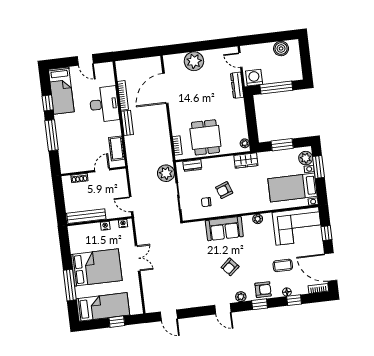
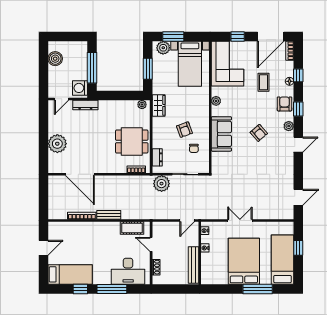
desk: (104, 104) -> (128, 271), moved, turned 180

